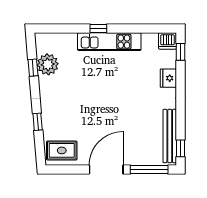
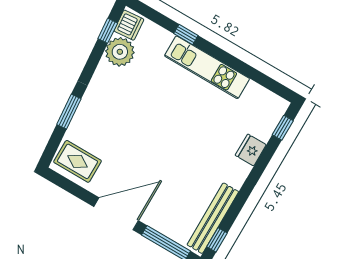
window: (98, 29) -> (186, 35), moved
dishwasher: (168, 41) -> (129, 25), moved, turned -95
window: (33, 68) -> (108, 31), moved
window: (38, 122) -> (69, 112), width x1.50

